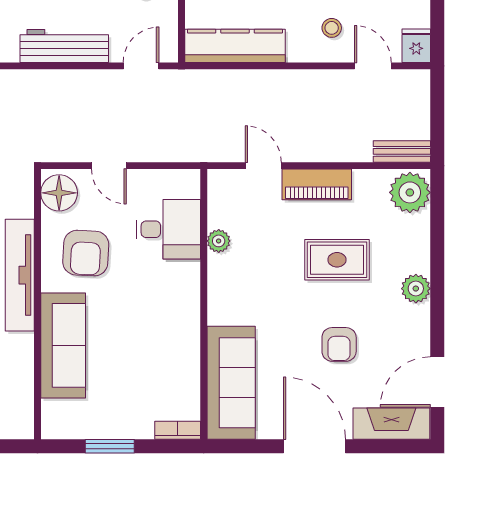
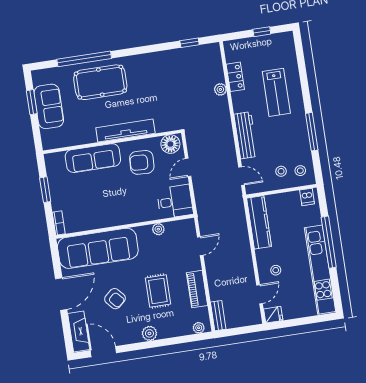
piano: (317, 184) -> (197, 289), moved
plant: (410, 192) -> (199, 328), width x0.53, depth x0.53
desk: (168, 229) -> (175, 202), moved, turned -90
armchair: (339, 344) -> (115, 299), turned -131
sofa: (231, 383) -> (98, 248), width x1.36, depth x1.27

